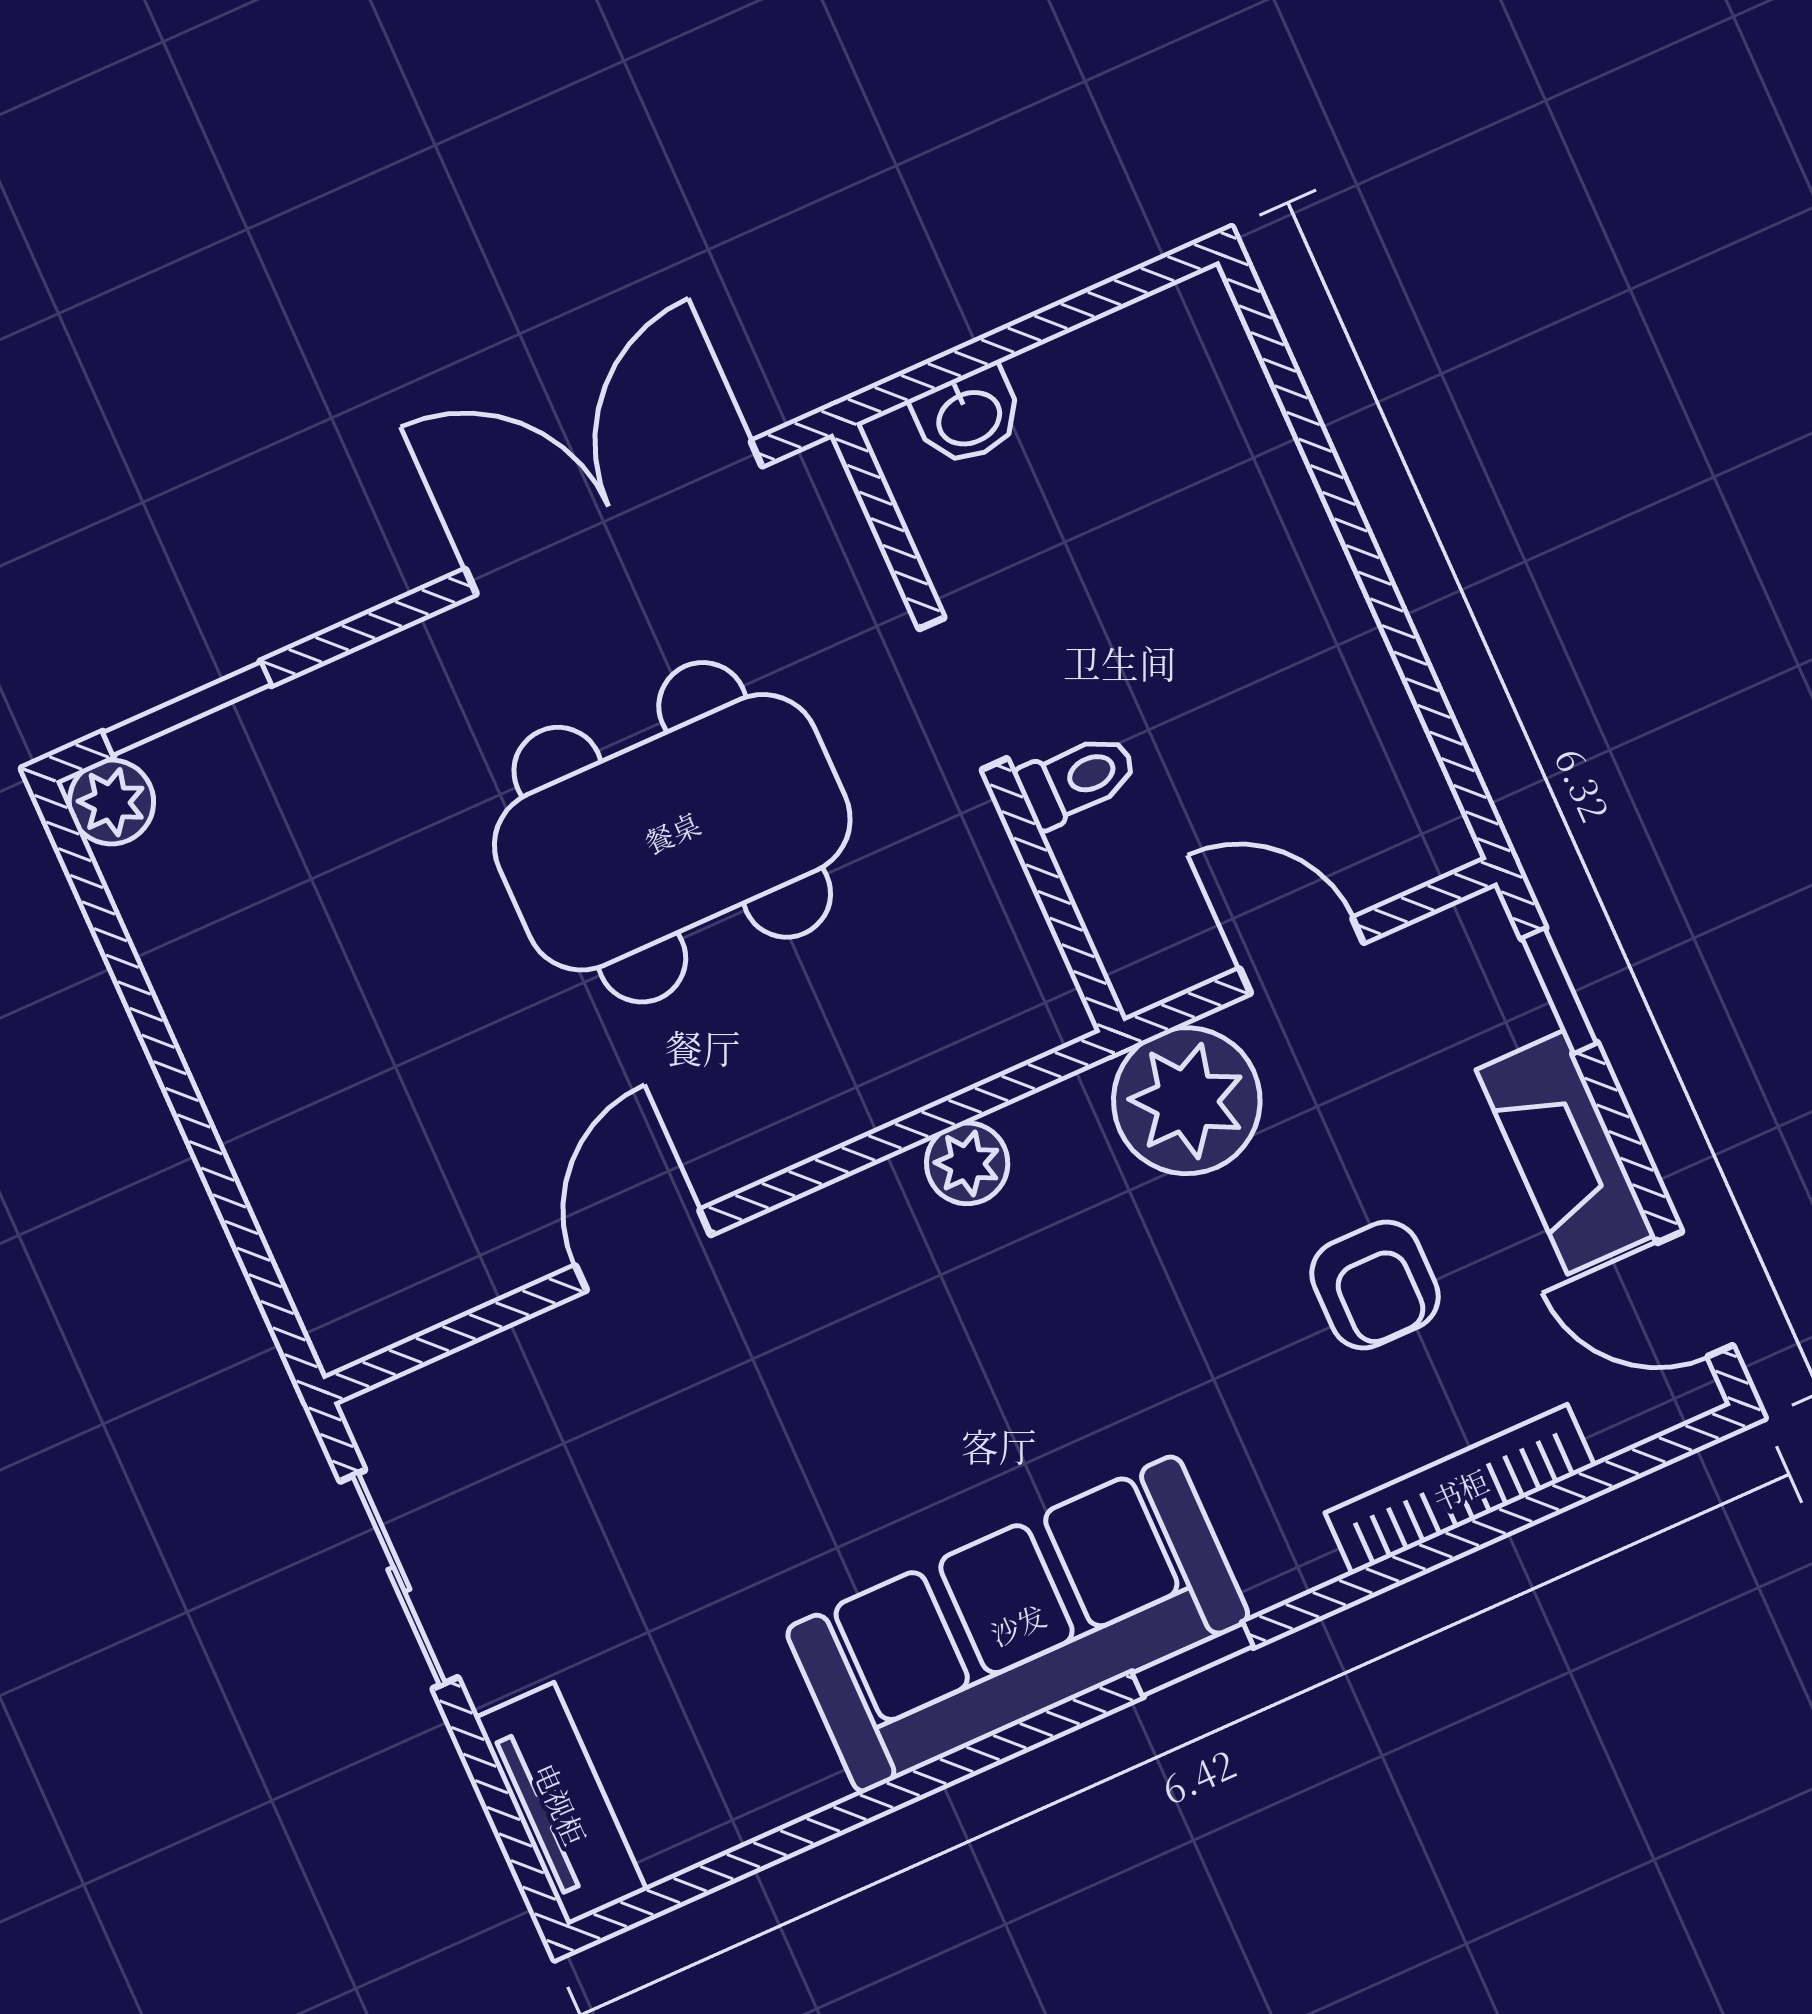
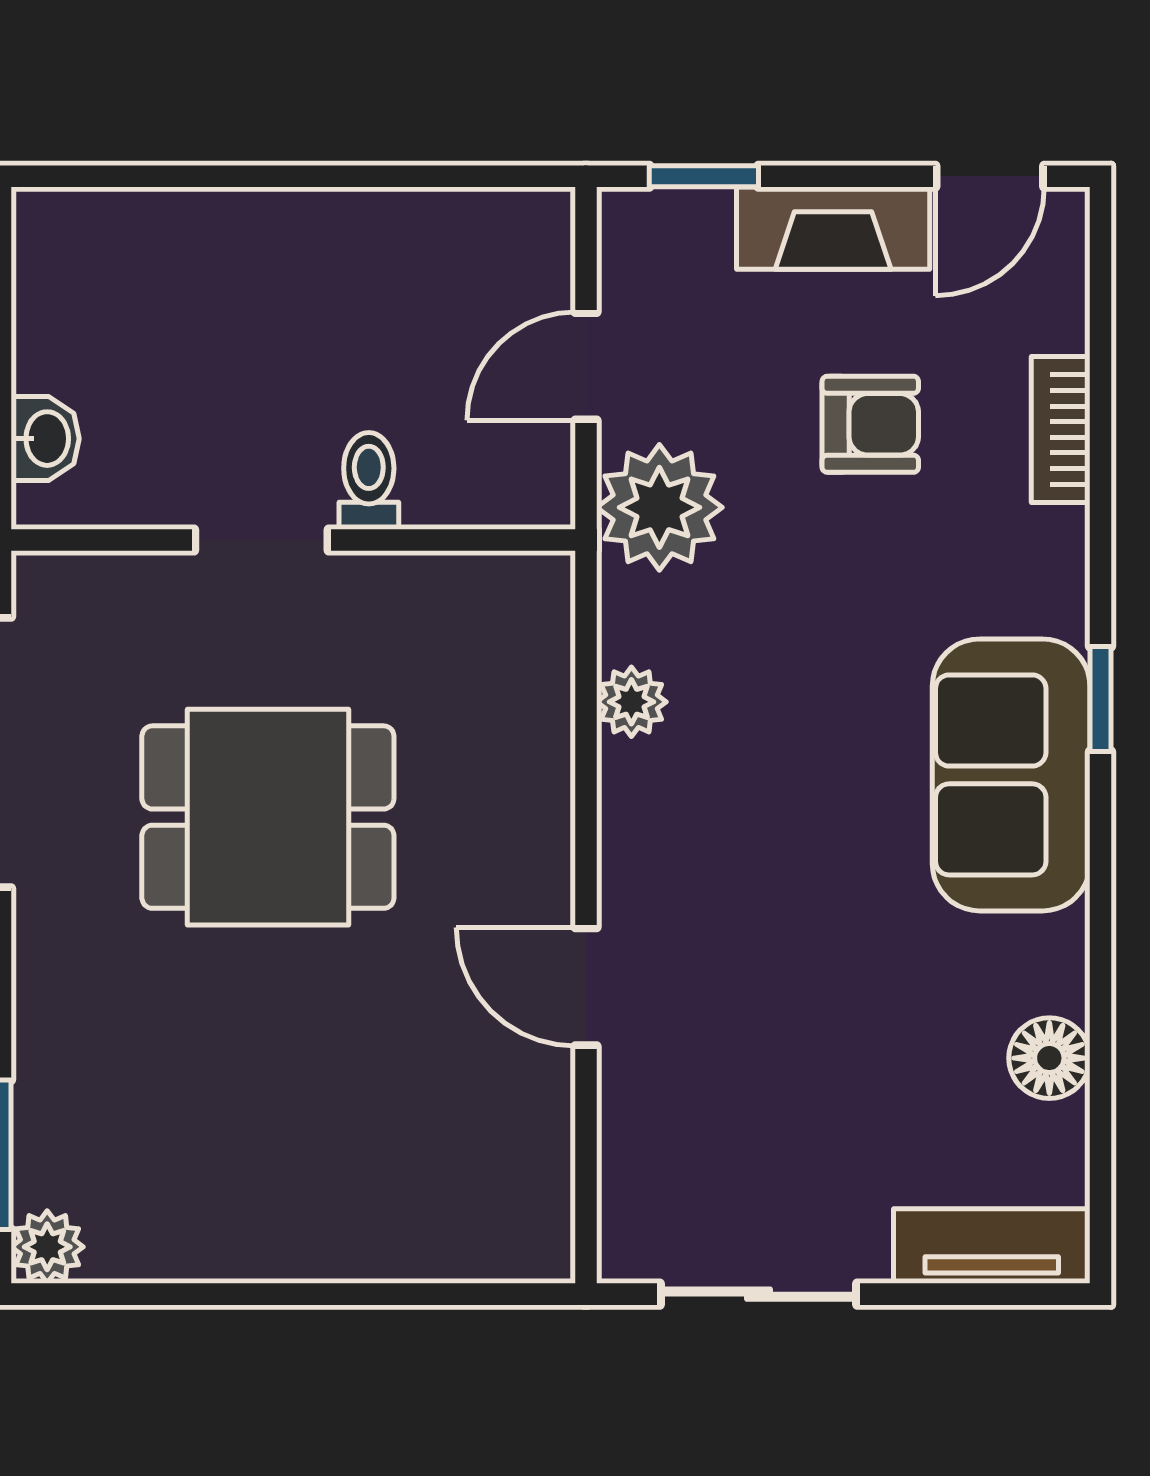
dining table: (672, 832) -> (268, 817), width x0.73
bookcase: (1460, 1489) -> (1061, 429), width x0.64
sofa: (1018, 1624) -> (1011, 775), width x0.73
floor lamp: (787, 1776) -> (1049, 1058), added

